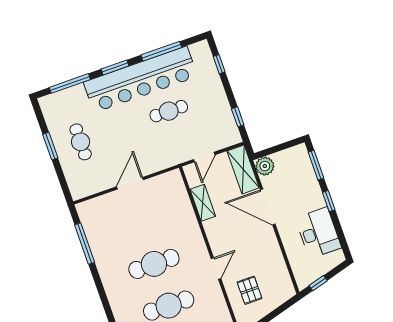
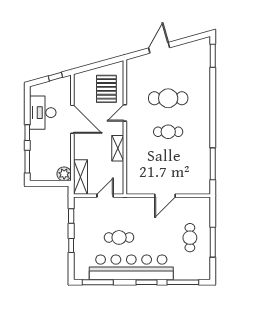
window: (161, 51) -> (98, 282), moved
window: (219, 64) -> (71, 245), moved
window: (50, 146) -> (213, 242), width x1.44
shelving: (203, 203) -> (118, 148), moved
door: (268, 207) -> (72, 119), moved
cafe table: (154, 264) -> (168, 132), width x0.73, depth x0.74
pallet: (250, 290) -> (106, 89), width x1.50, depth x1.42

